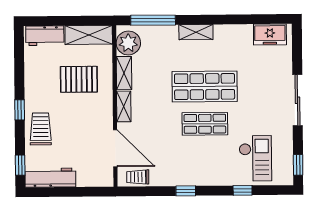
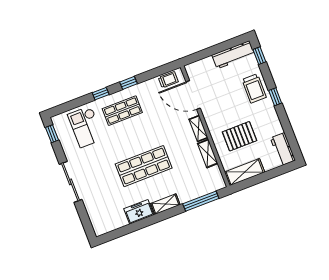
freezer: (270, 35) -> (139, 212), moved
workbench: (45, 36) -> (283, 149), moved, turned -90
plant: (128, 43) -> (213, 177), removed
shop shelf: (205, 124) -> (122, 111), moved
window: (243, 190) -> (101, 94), moved

